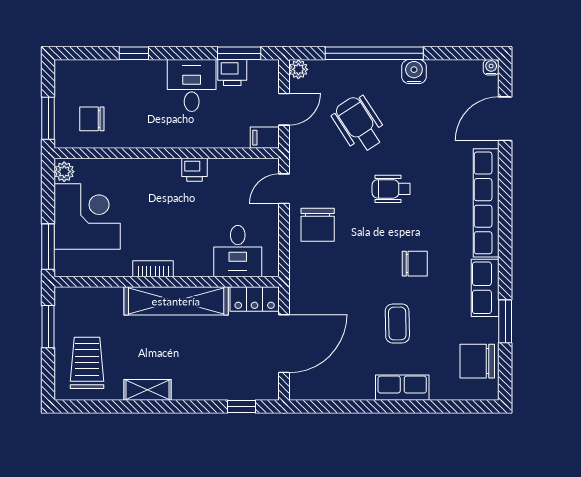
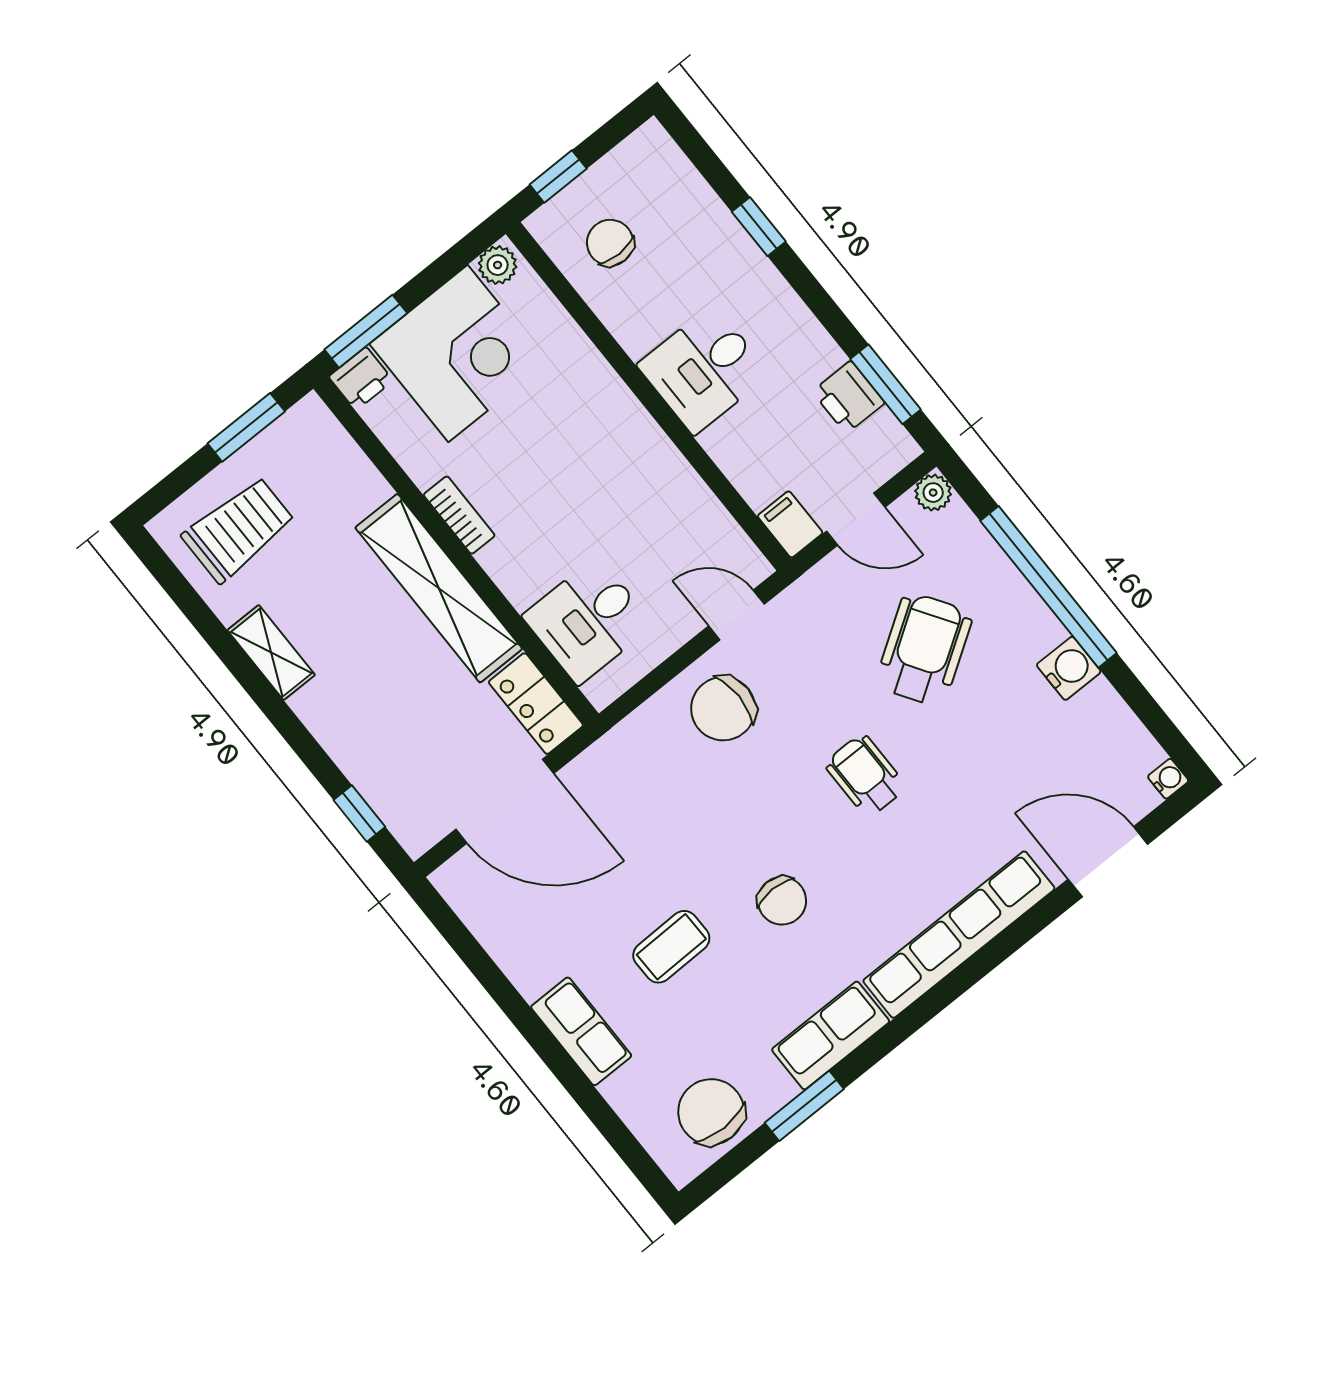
desk: (192, 86) -> (704, 370), moved, turned 180
window: (48, 118) -> (558, 176), width x0.67
printer: (194, 170) -> (361, 379), moved, turned -90

